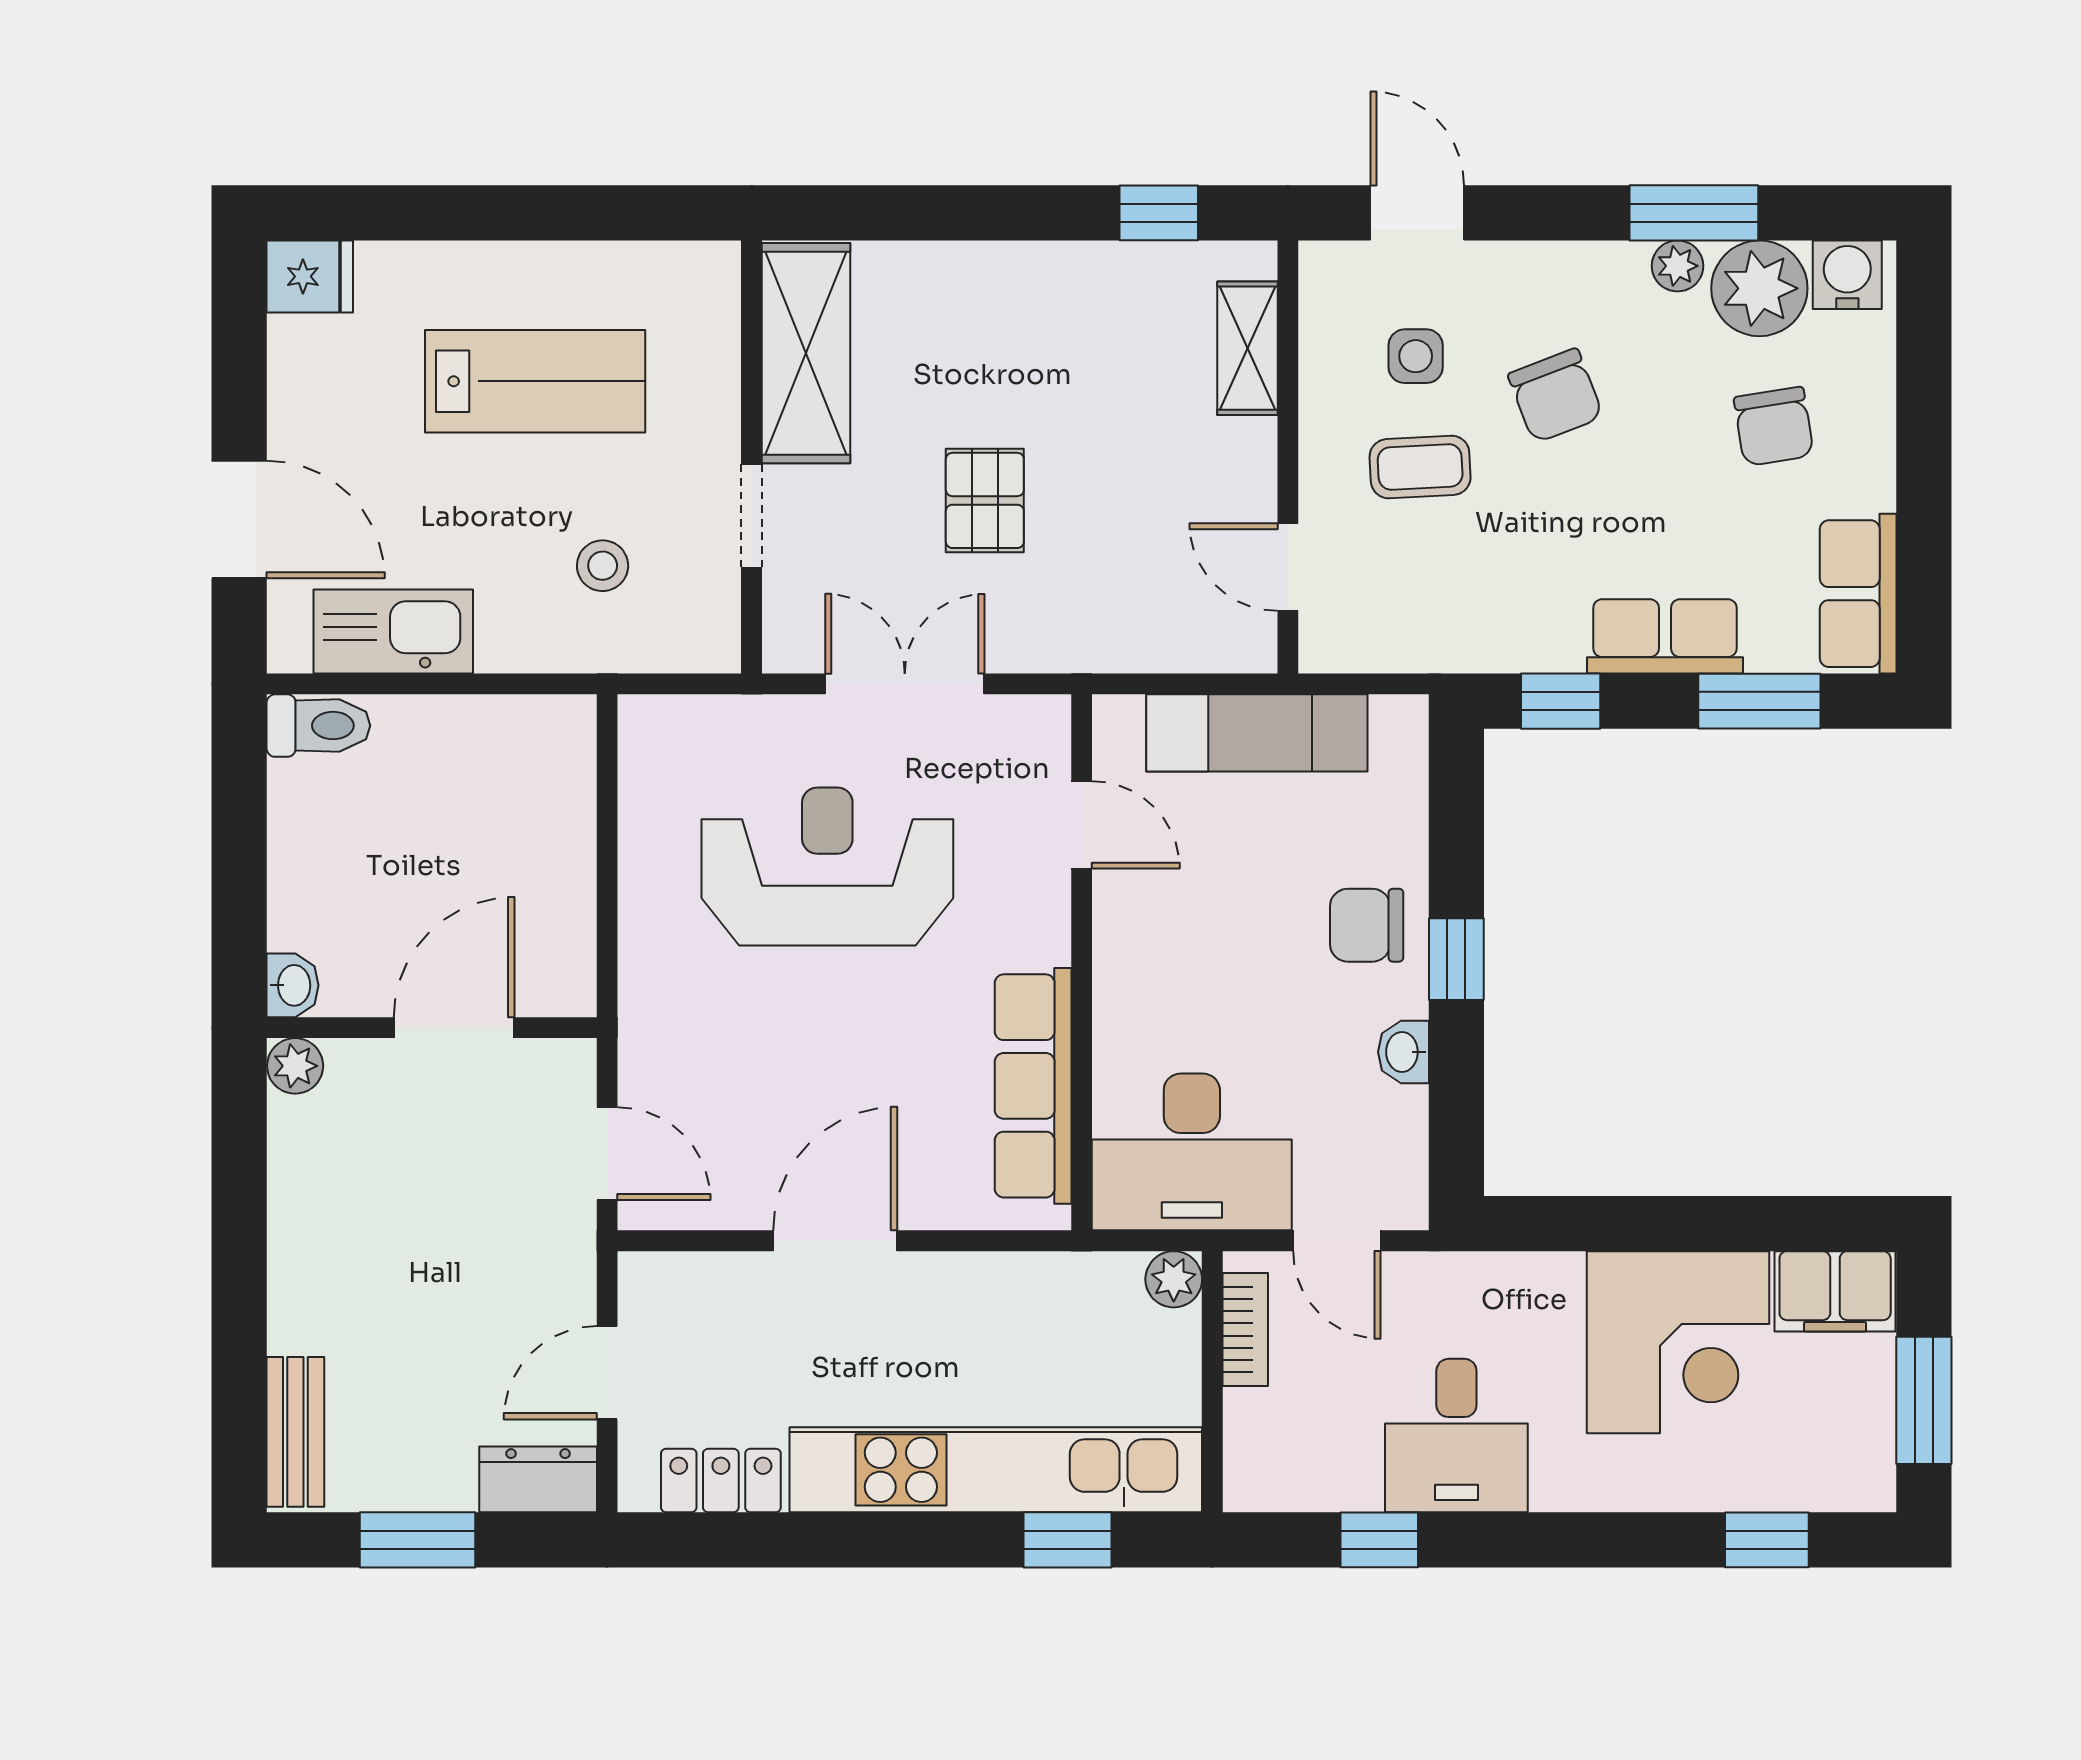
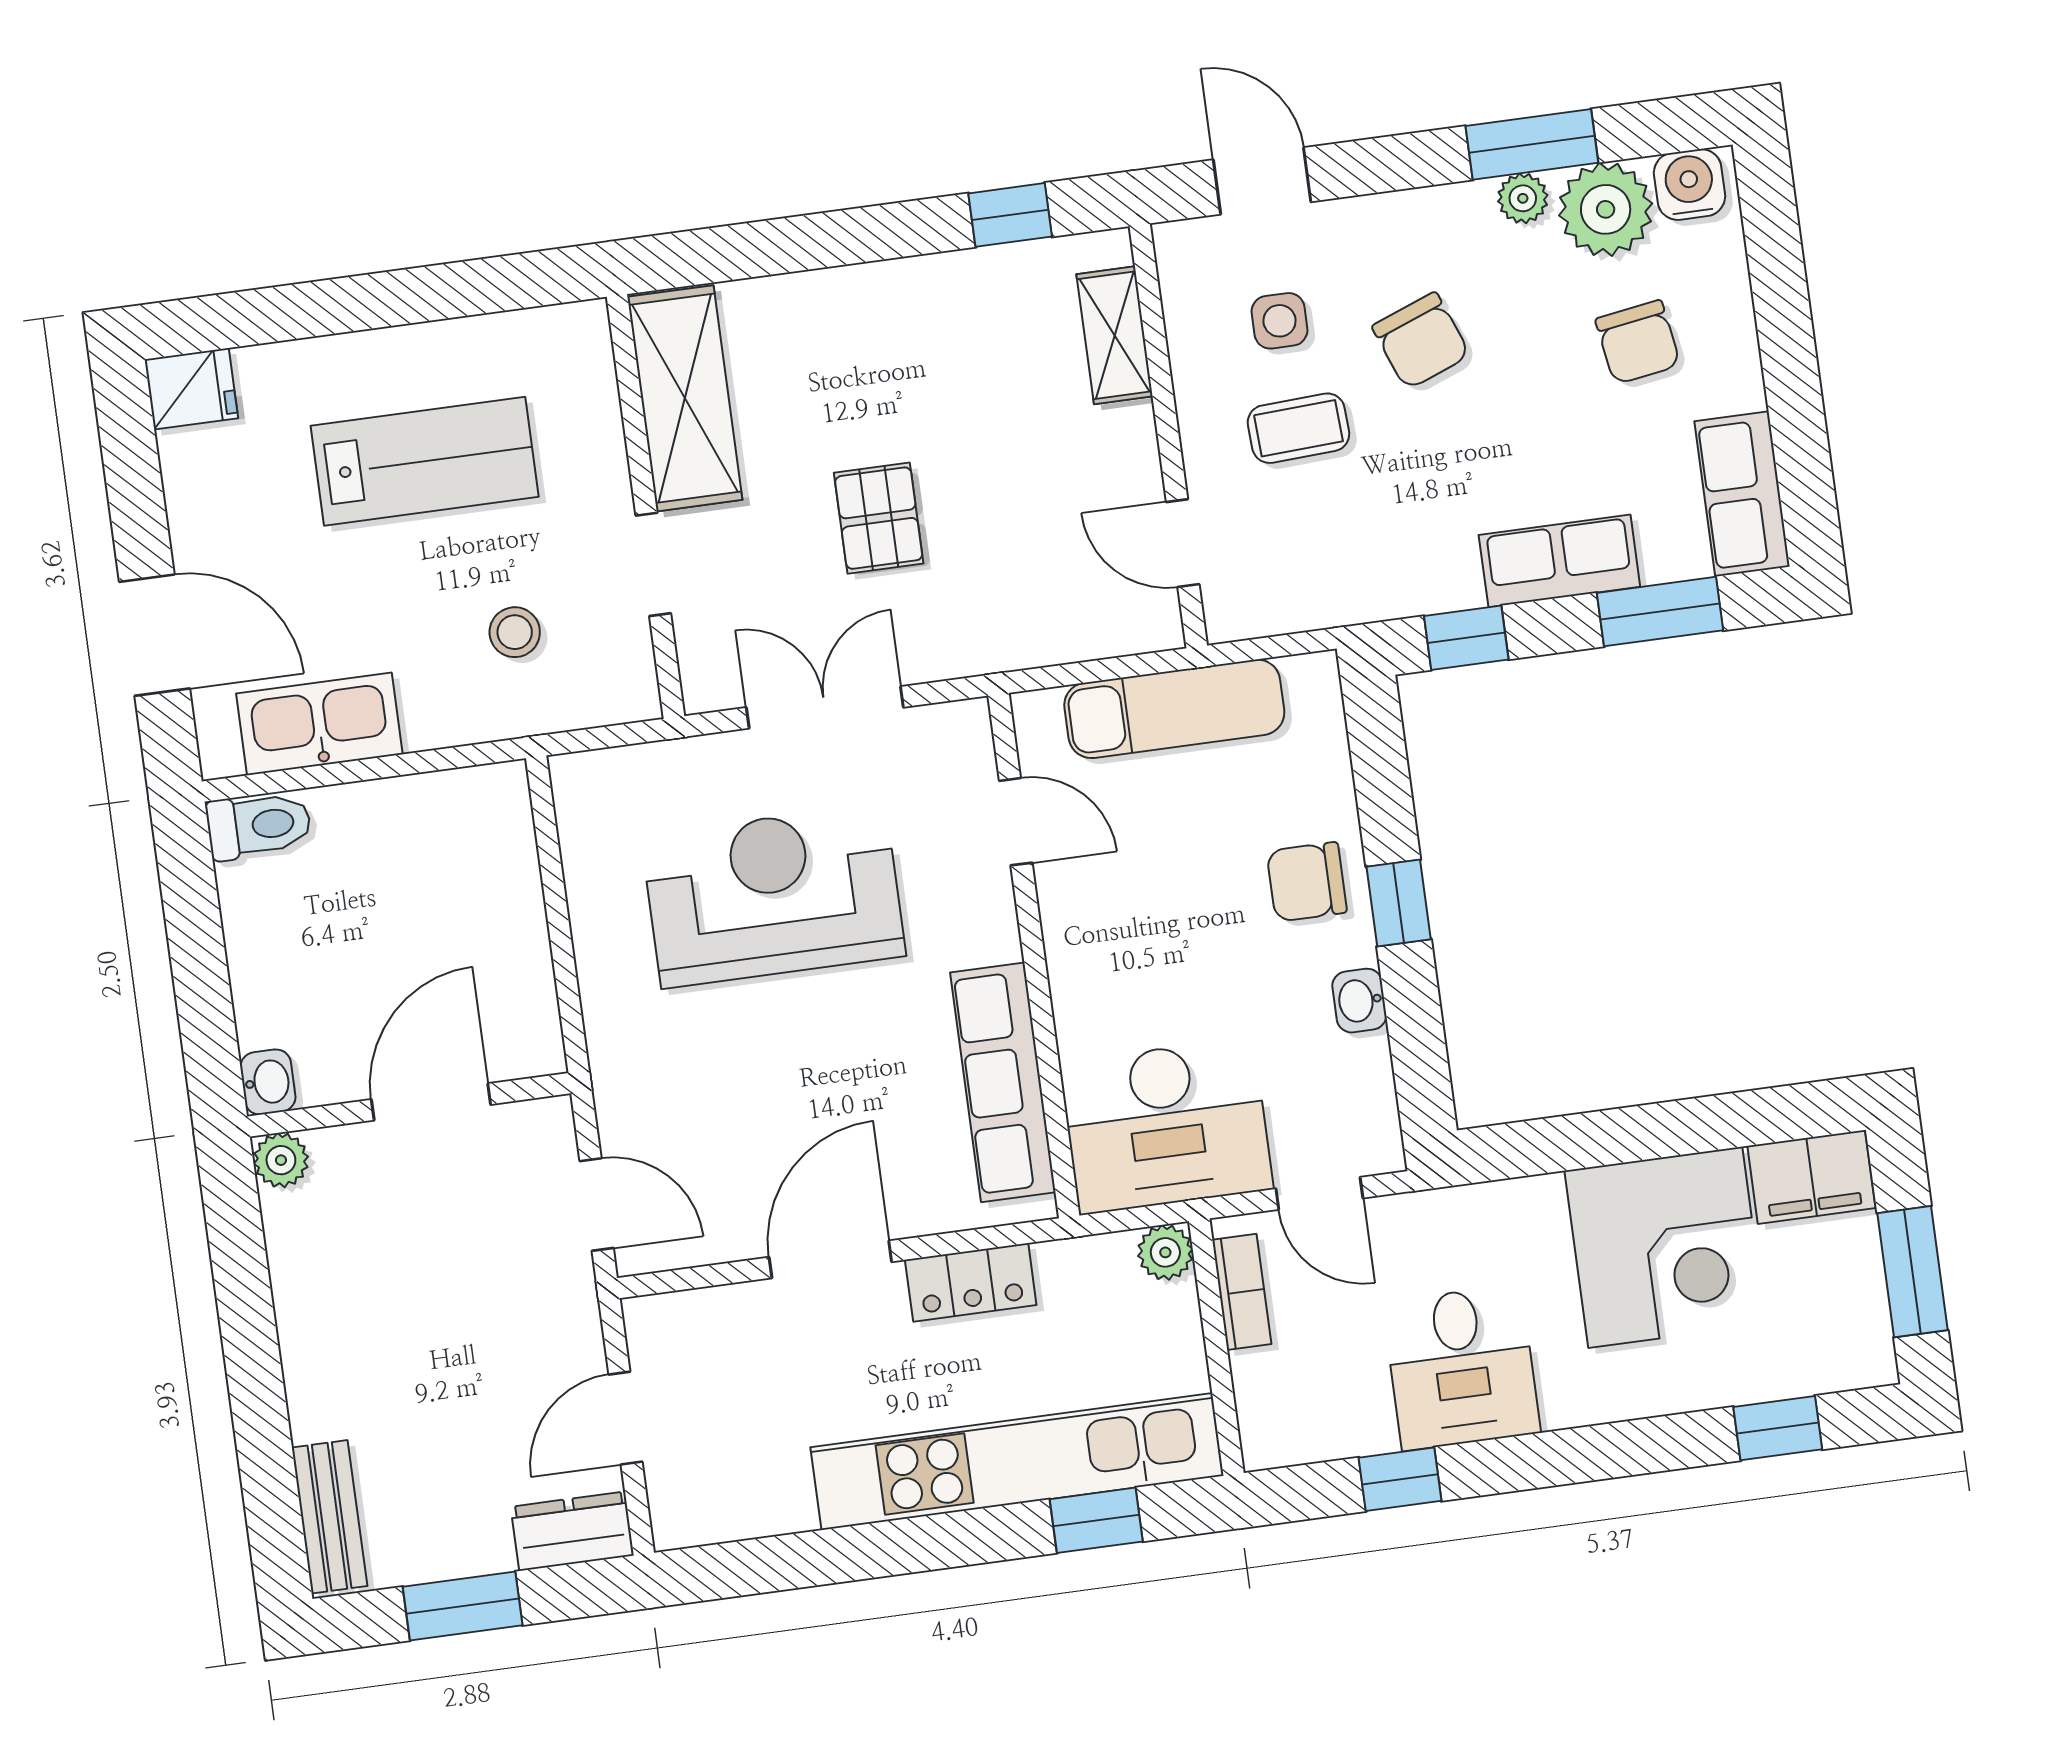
locker: (721, 1480) -> (971, 1282), moved, turned 180

